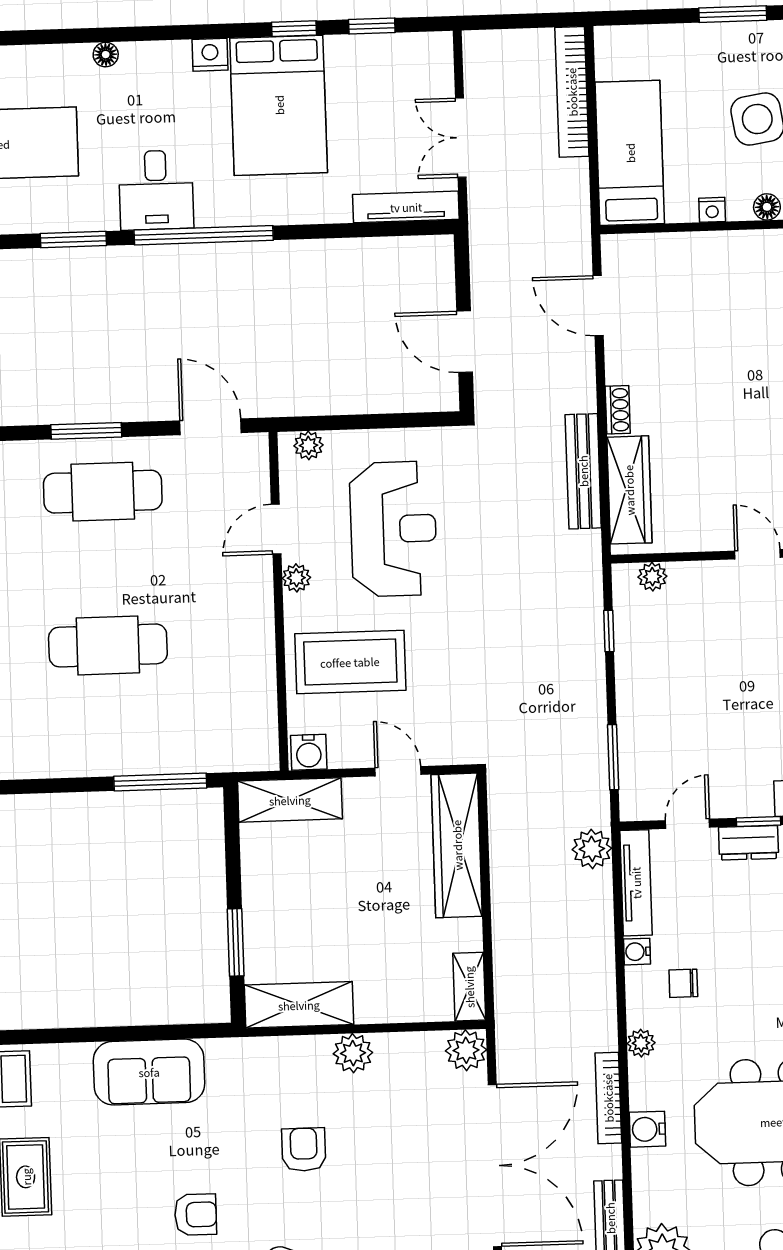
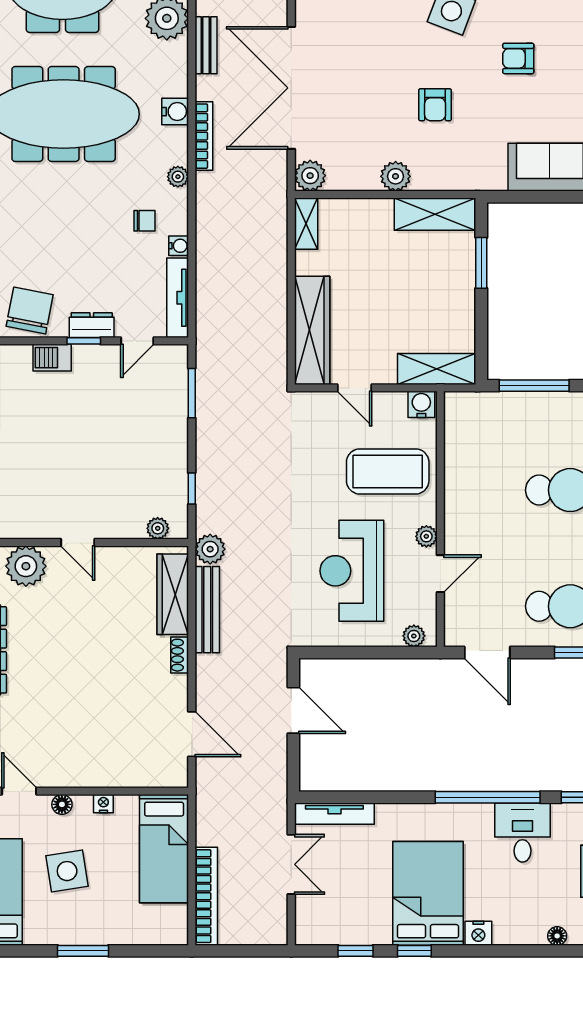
plant: (592, 849) -> (210, 549), moved

